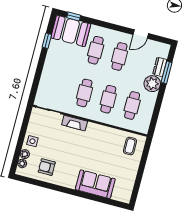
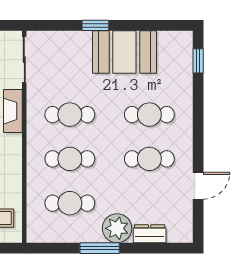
booth: (71, 31) -> (124, 52), moved, turned 90
door: (141, 34) -> (198, 186), swing flipped
window: (47, 41) -> (95, 25), moved
window: (167, 72) -> (100, 248), moved

